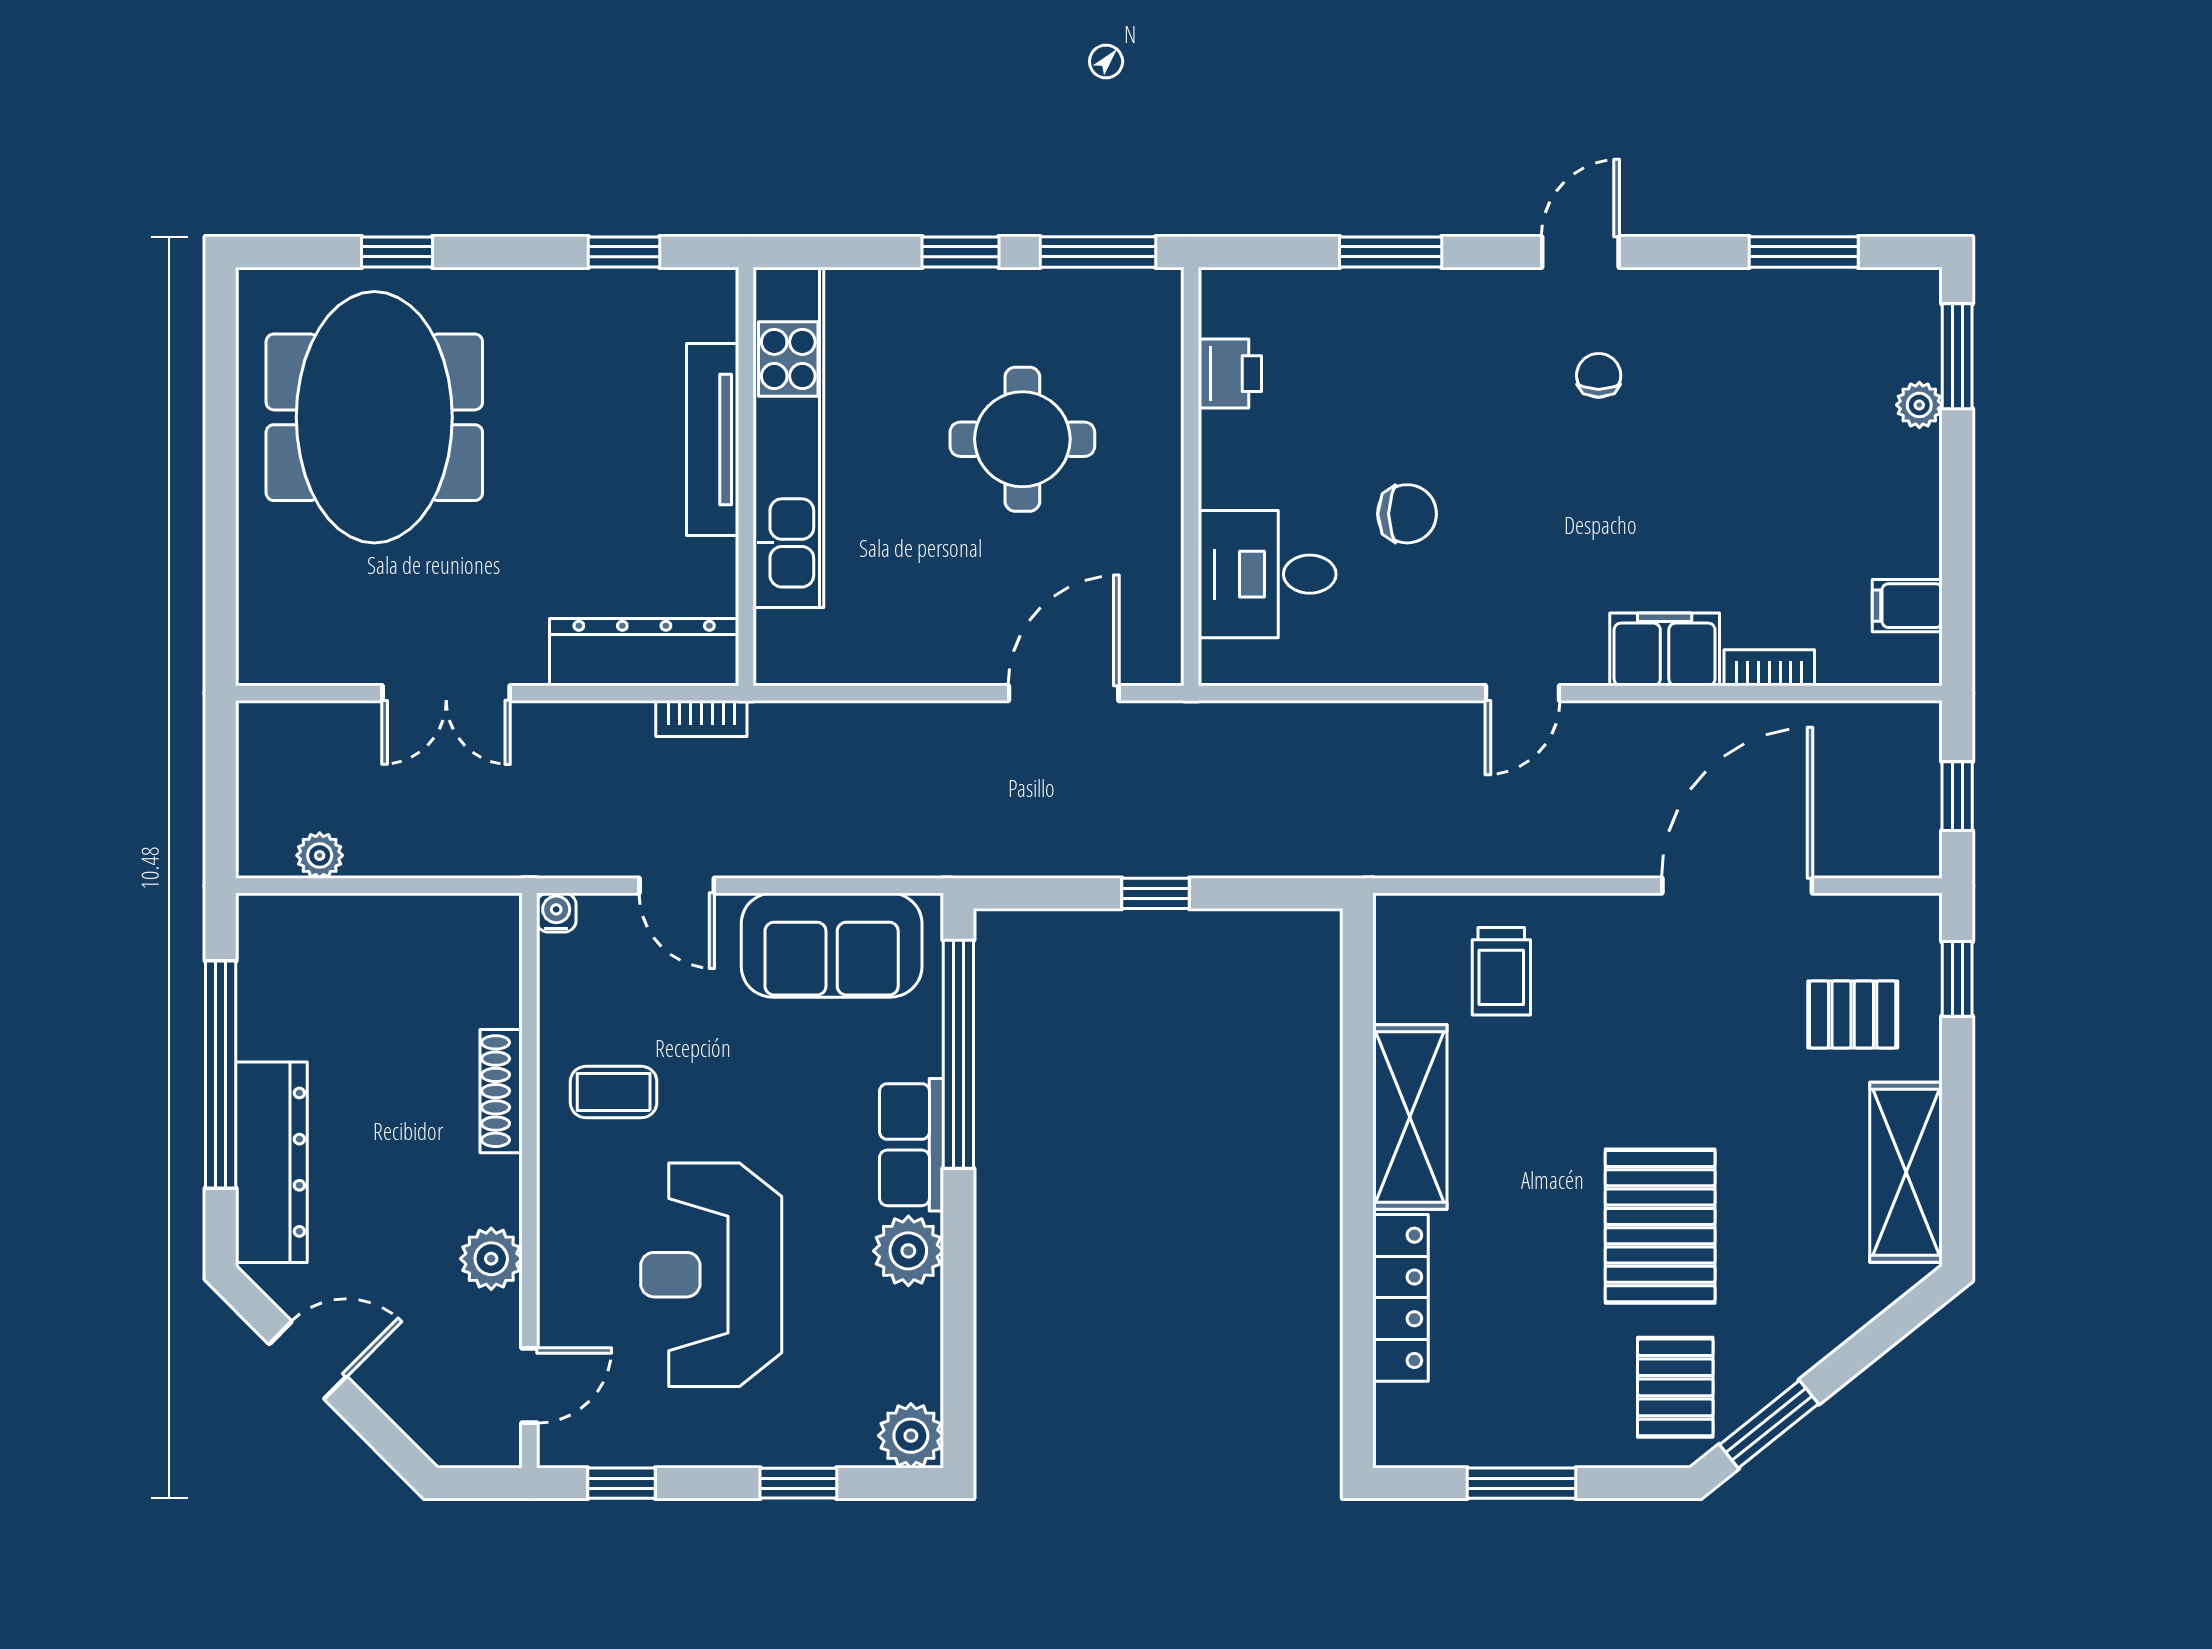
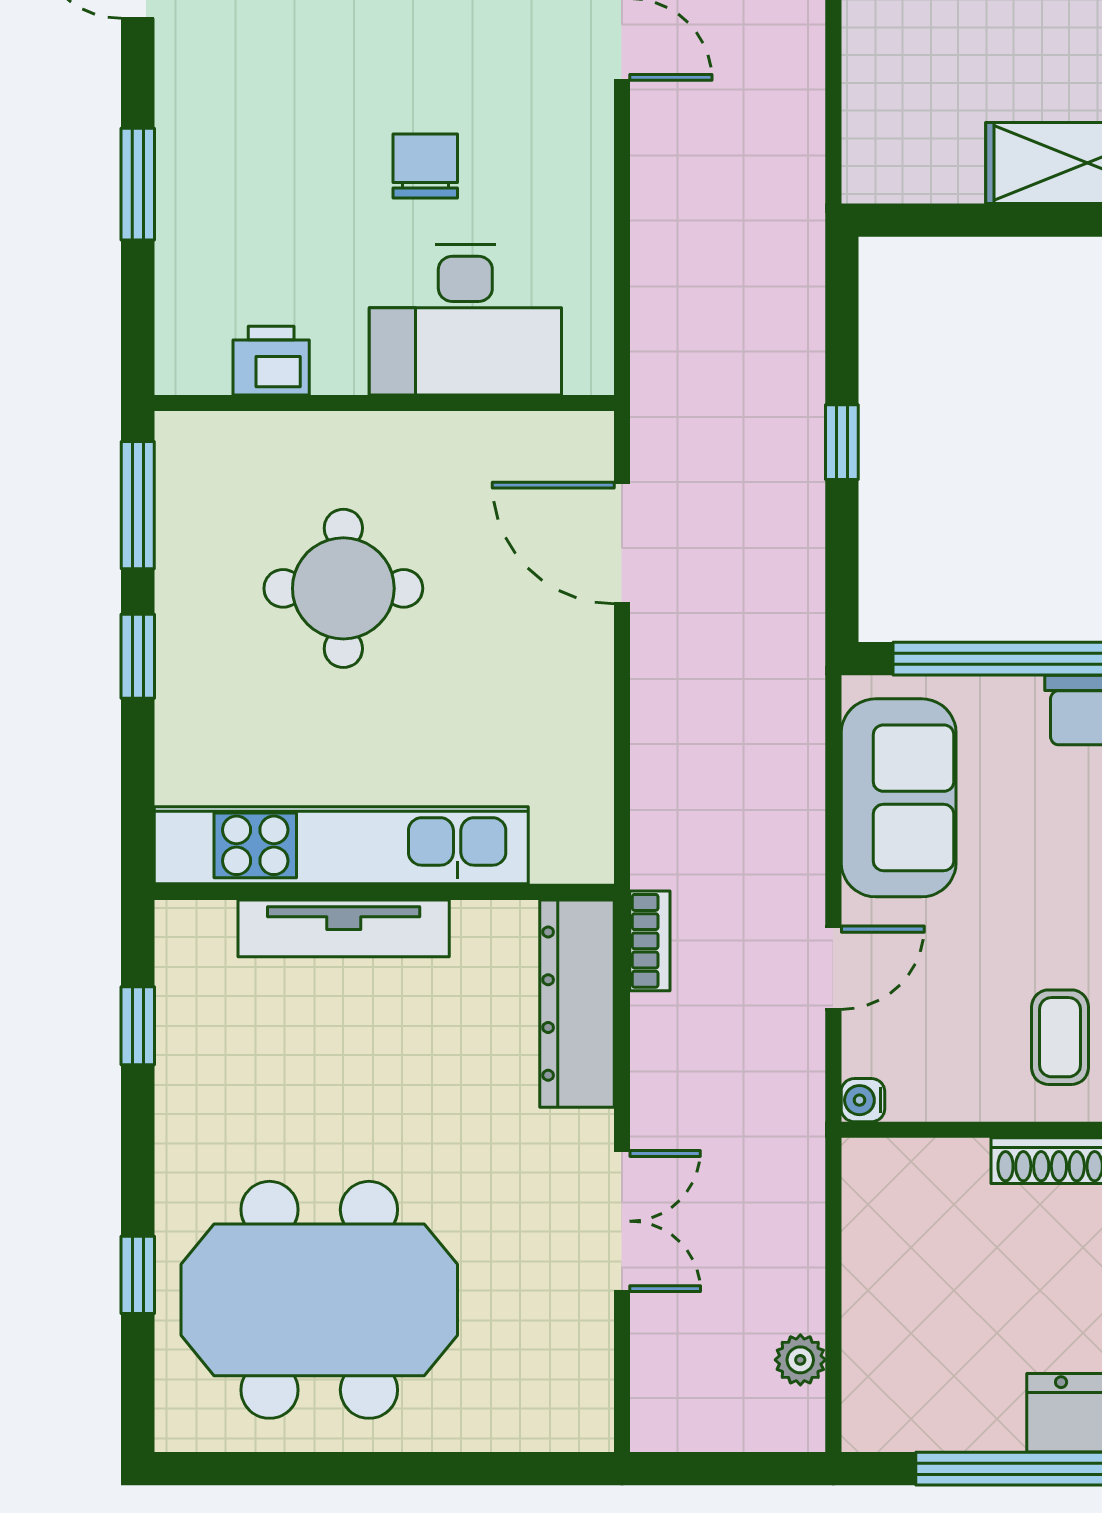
desk: (1267, 574) -> (465, 320), width x1.37
trolley: (1501, 971) -> (927, 63), removed

